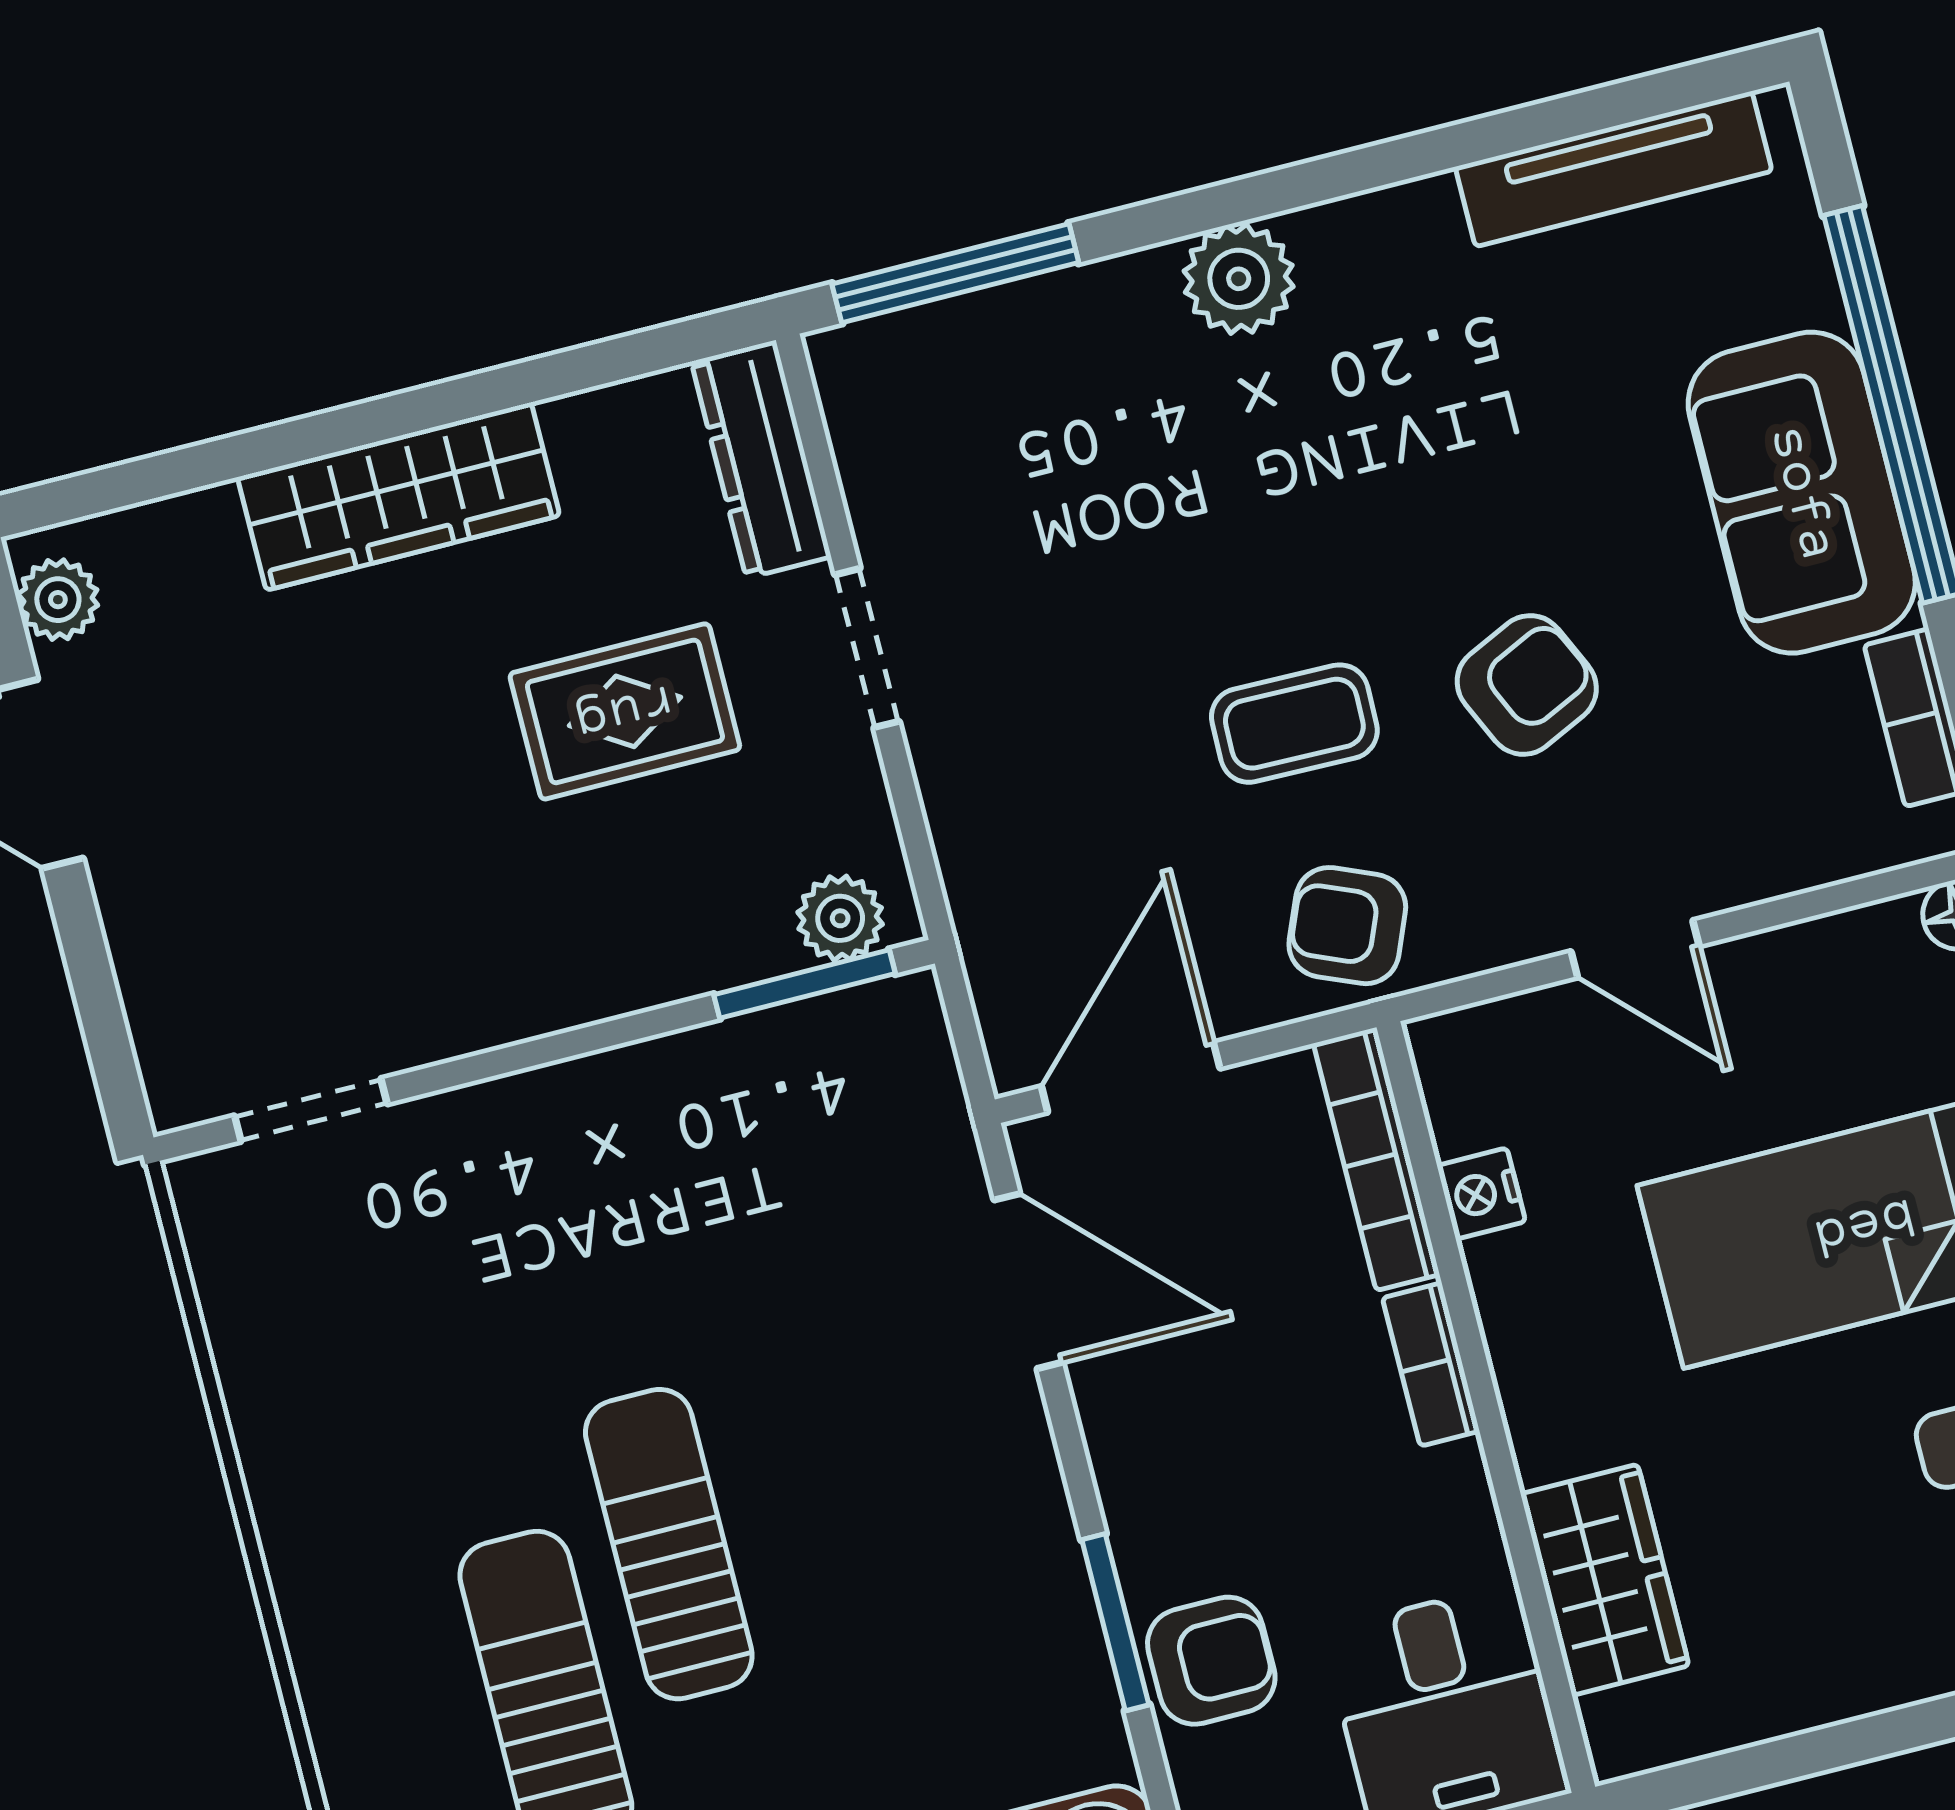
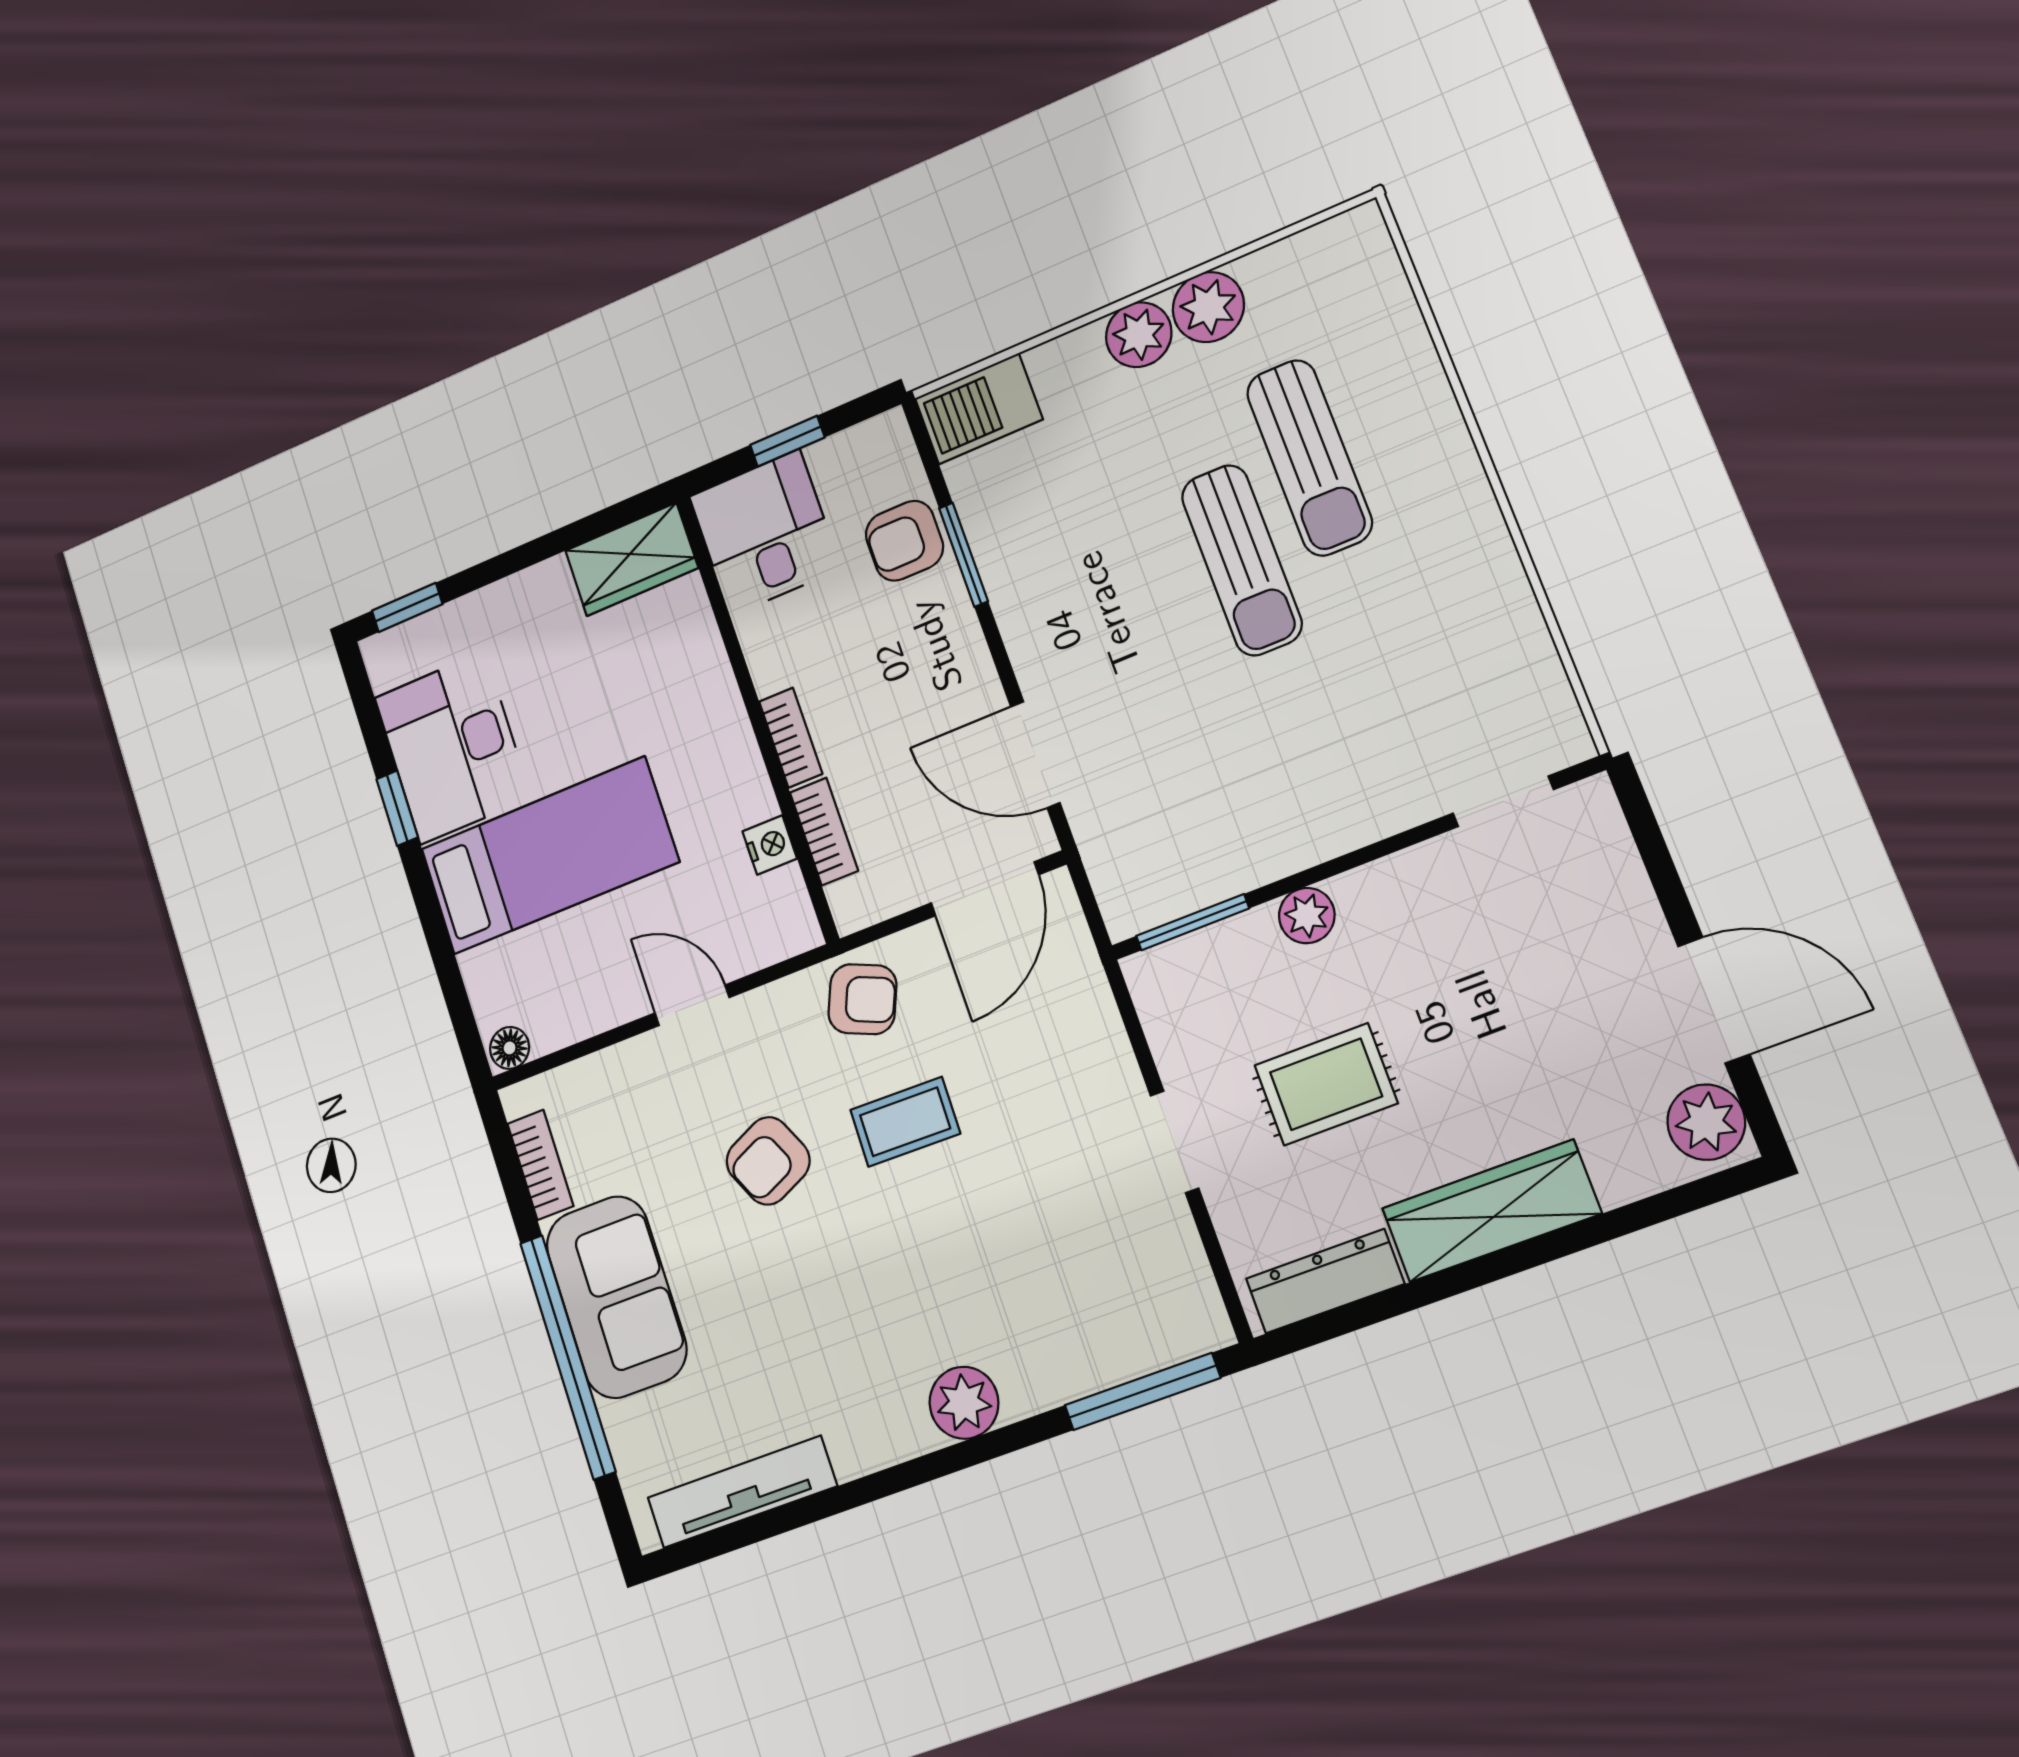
dresser: (761, 459) -> (1325, 1281), moved, turned -90
plant: (58, 600) -> (1706, 1122), width x1.38, depth x1.38
plant: (840, 918) -> (1307, 916), moved
bookcase: (1377, 1159) -> (824, 831), width x0.64
wardrobe: (1605, 1580) -> (632, 559), moved, turned -90

